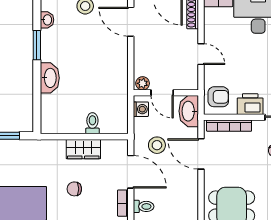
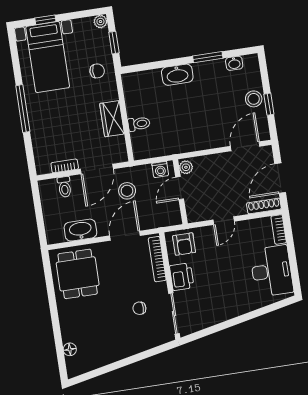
washbasin: (189, 111) -> (80, 230), moved
chair: (74, 189) -> (97, 71), moved, turned 90

